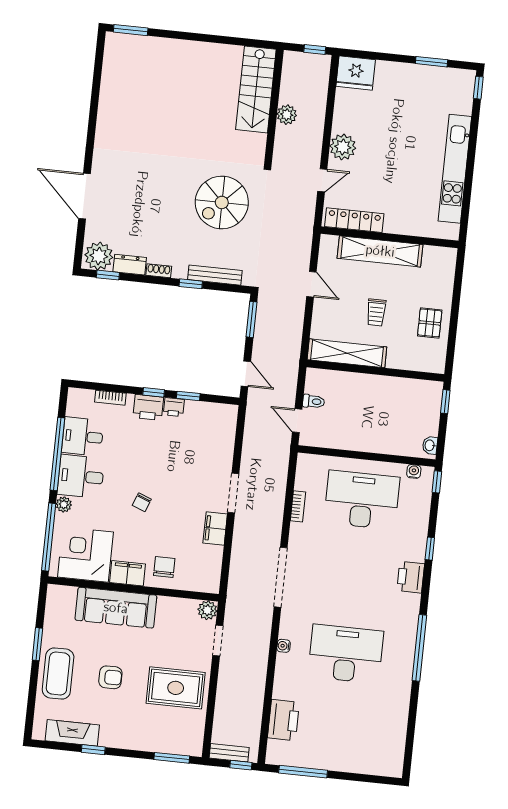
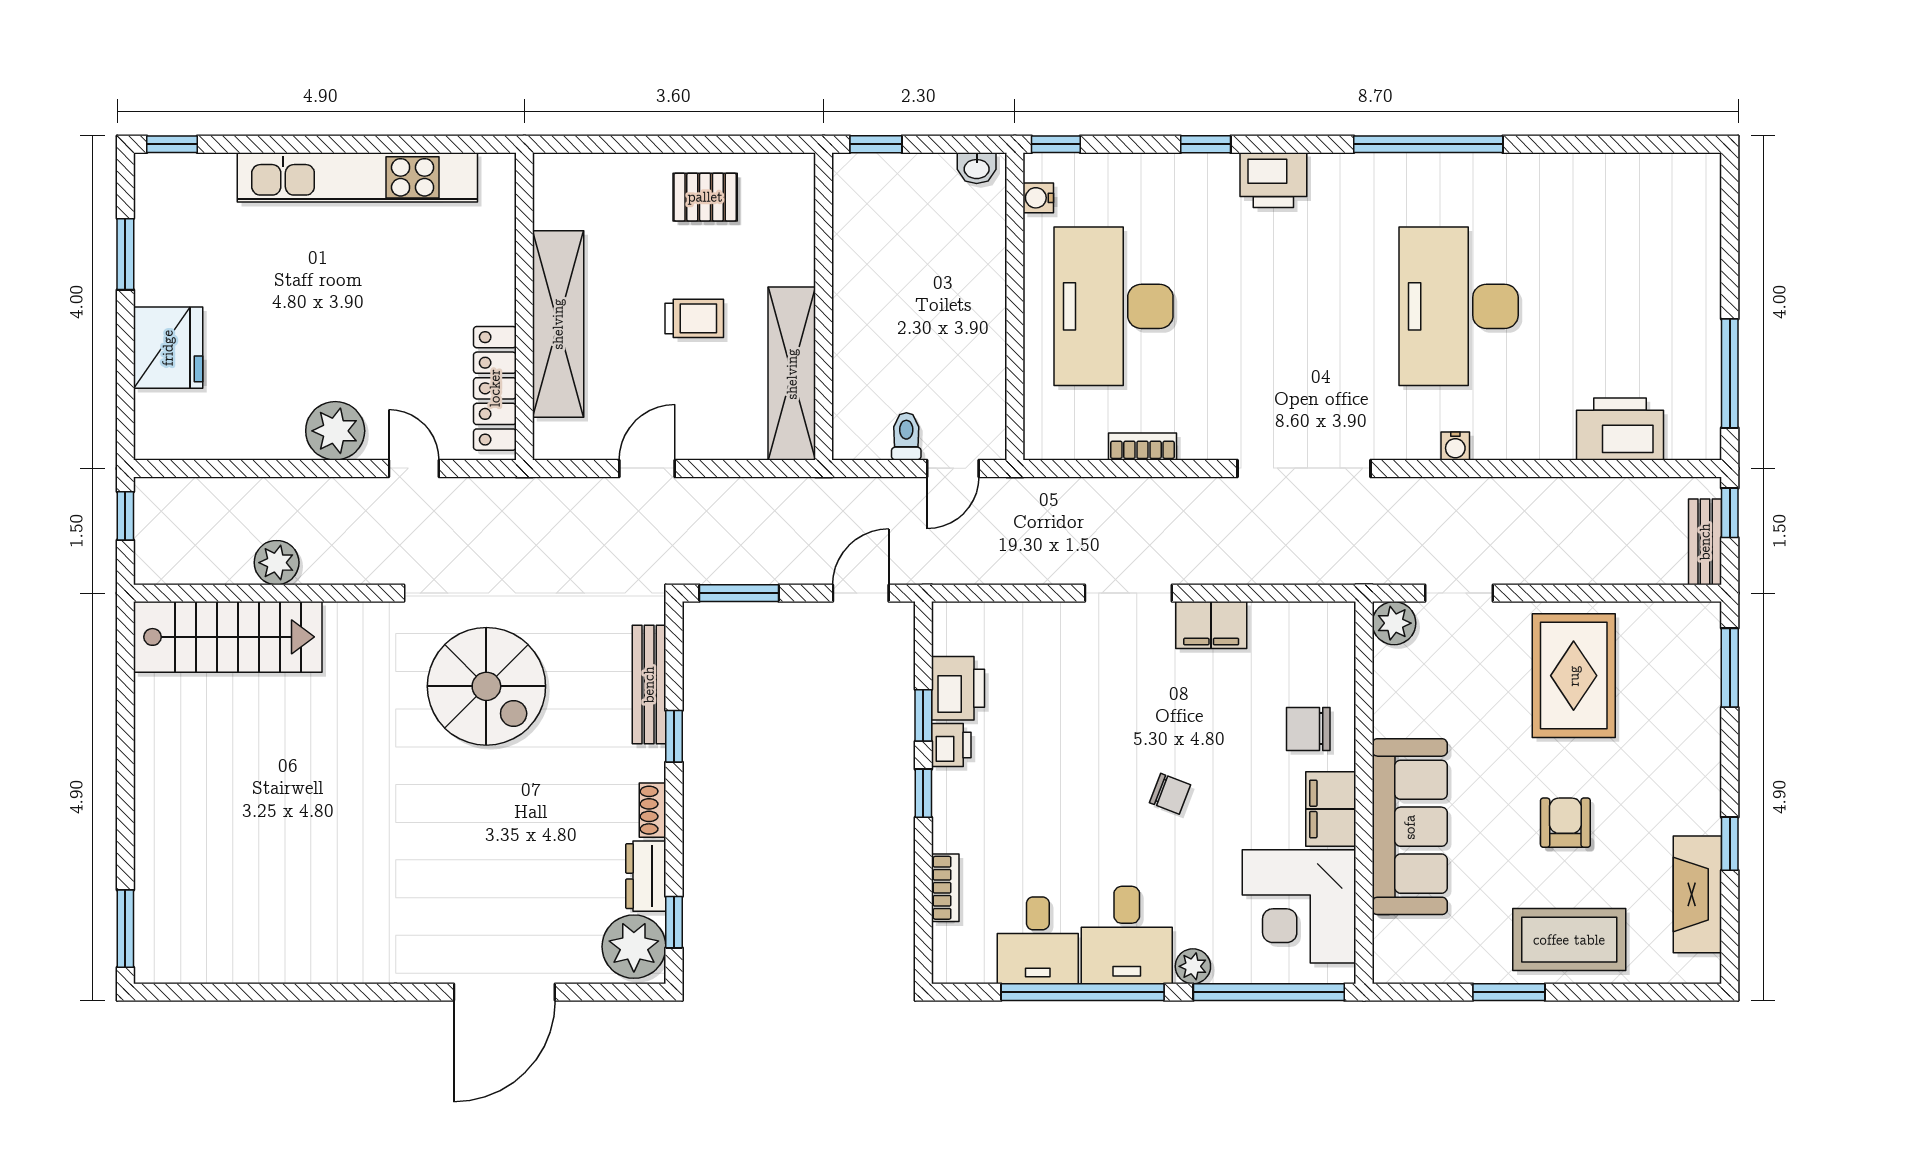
fridge: (356, 73) -> (168, 348), moved
printer: (148, 407) -> (958, 688), moved

